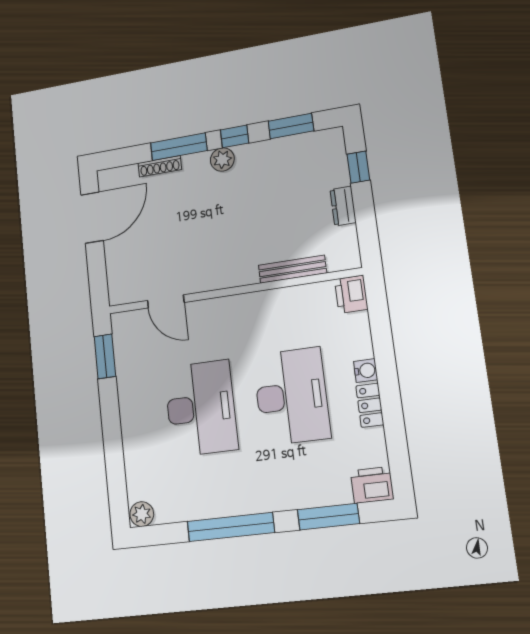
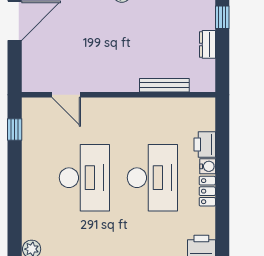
printer: (351, 294) -> (205, 144), moved
window: (105, 356) -> (15, 130), width x0.67

